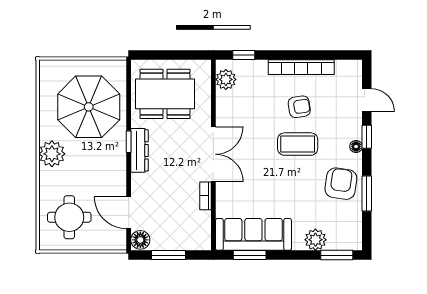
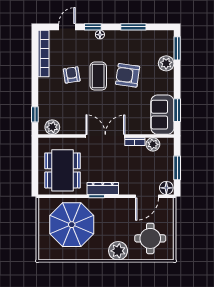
bookcase: (301, 67) -> (43, 54), moved
plant: (52, 154) -> (118, 251), moved
armchair: (341, 184) -> (128, 75), moved
plant: (202, 221) -> (153, 144), added
sofa: (253, 234) -> (162, 115), width x0.73

